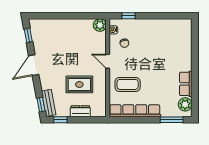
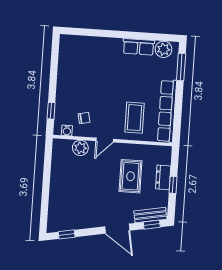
plant: (100, 25) -> (80, 148), moved
door: (34, 65) -> (117, 229), moved
window: (60, 120) -> (173, 185), moved

